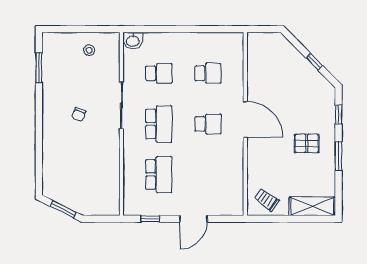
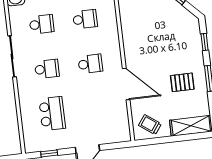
door: (245, 119) -> (126, 84), moved
school desk: (159, 124) -> (47, 69), width x0.54
pallet: (307, 143) -> (182, 82), moved

